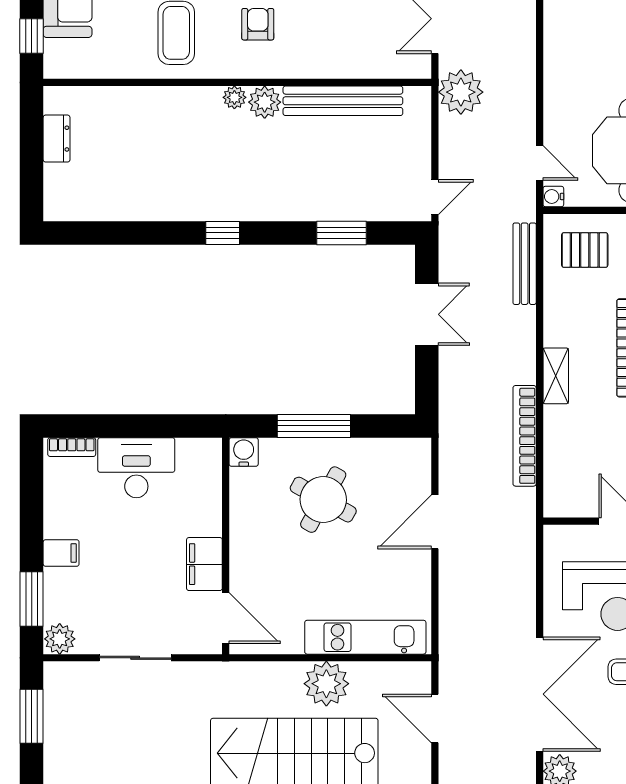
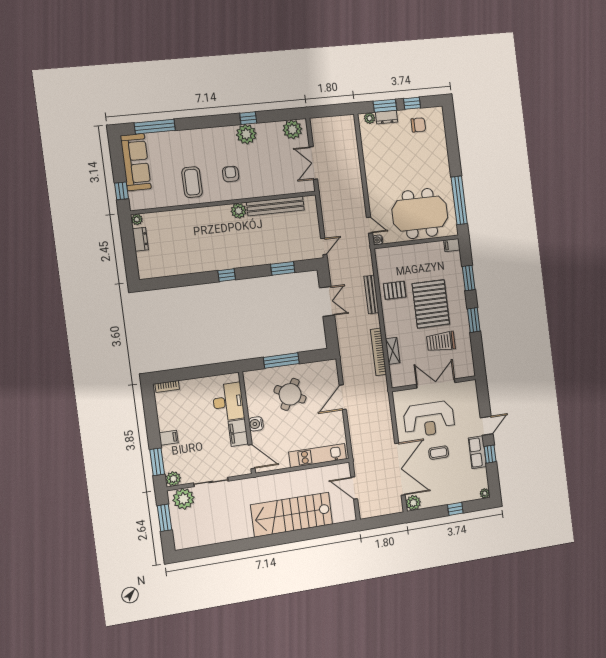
plant: (461, 92) -> (330, 196), removed
plant: (234, 97) -> (137, 219), moved
pallet: (585, 250) -> (395, 290), moved
bench: (525, 264) -> (371, 294), moved
shelving: (556, 376) -> (393, 351), moved
water cooler: (244, 452) -> (256, 424), moved, turned -90
desk: (136, 468) -> (228, 402), moved, turned 90
plant: (326, 684) -> (183, 499), moved

